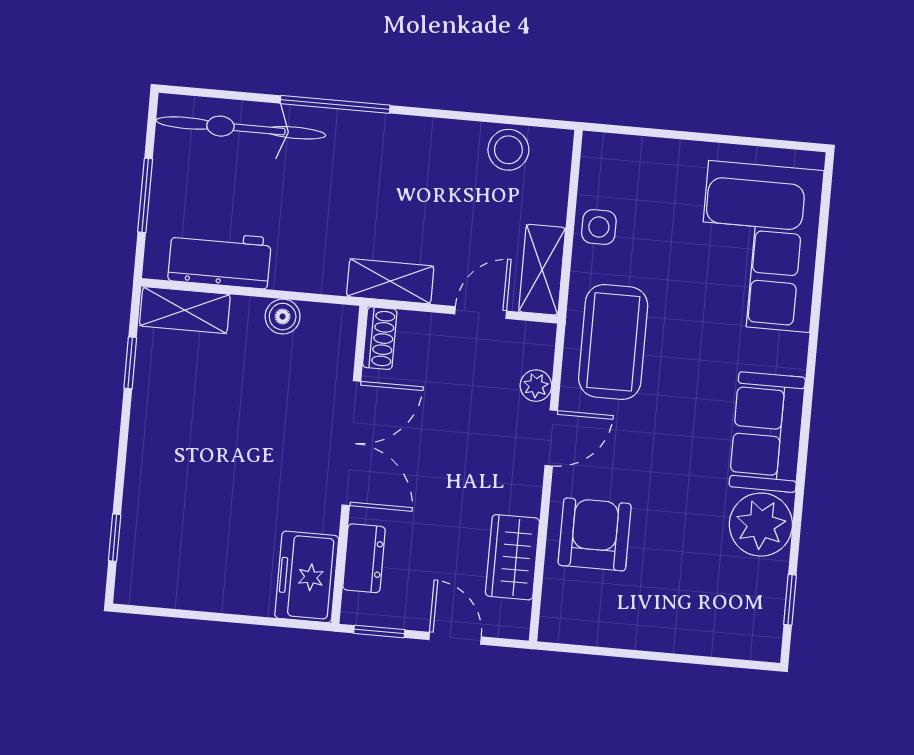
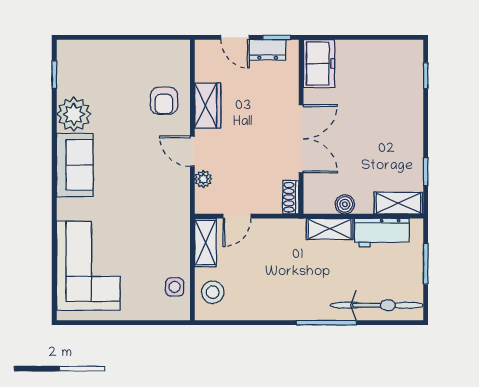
stool: (508, 150) -> (213, 292), moved
side table: (599, 227) -> (175, 287), moved
shelving: (390, 281) -> (330, 229), moved
coffee table: (613, 342) -> (163, 207), removed
door: (551, 438) -> (192, 151), hinge flipped
double door: (351, 443) -> (301, 139), swing flipped
armchair: (595, 534) -> (164, 101), width x0.72, depth x0.72
wardrobe: (512, 557) -> (208, 106), moved
dresser: (364, 558) -> (268, 50), moved, turned -90

